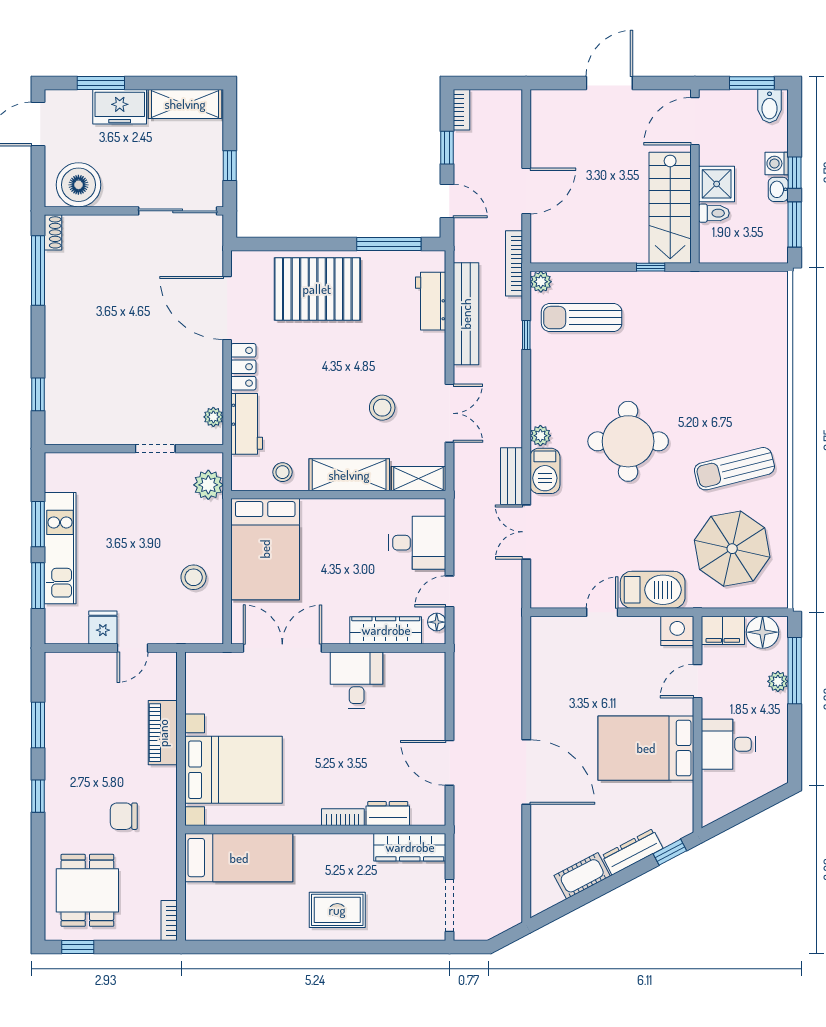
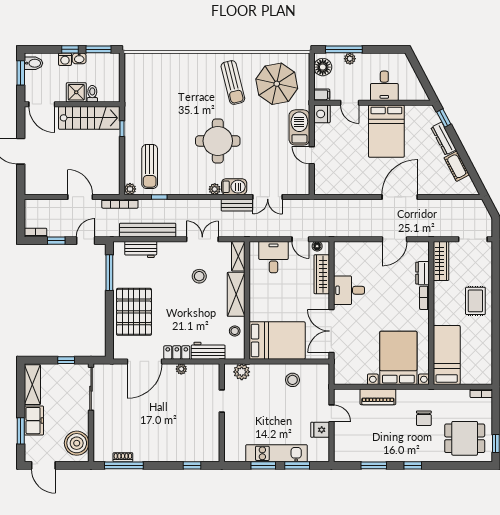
shoe rack: (53, 232) -> (123, 457), moved
plant: (213, 417) -> (181, 369), moved
filing cabinet: (723, 630) -> (322, 95), width x0.50

